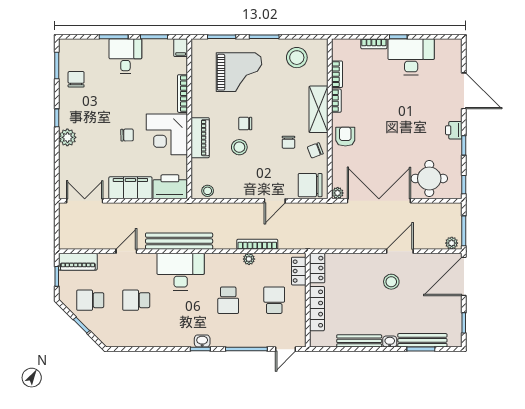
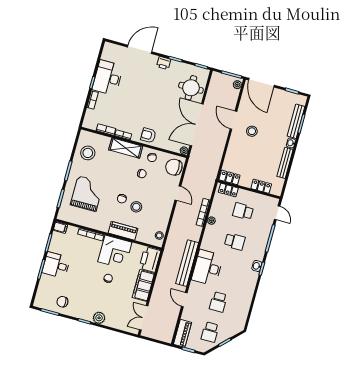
chair: (310, 185) -> (174, 167), turned 90
locker: (317, 309) -> (261, 186), width x0.66

